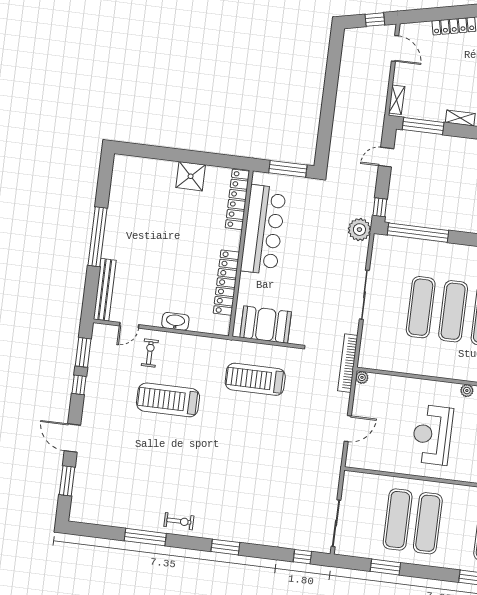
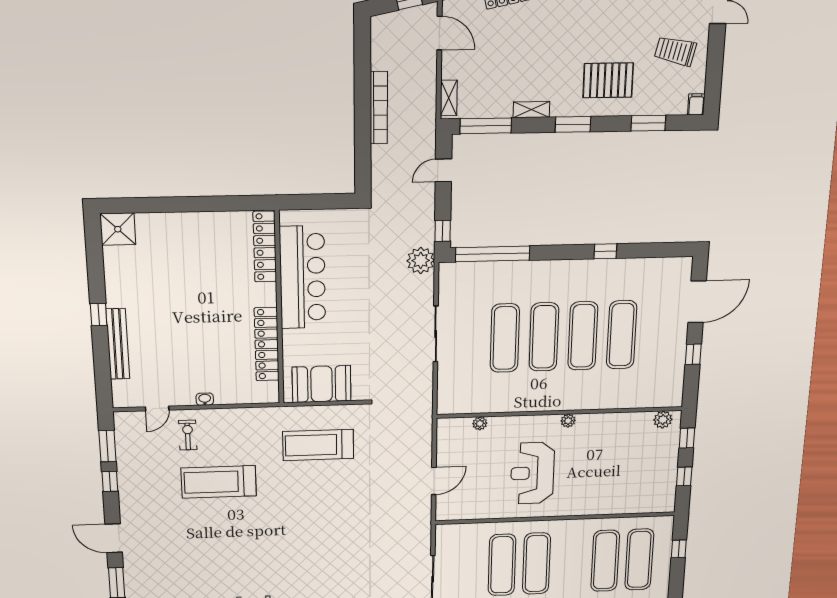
window: (288, 169) -> (322, 202), removed
shower: (191, 176) -> (118, 229), moved
window: (97, 237) -> (99, 315), width x0.32
bench: (105, 290) -> (118, 344), moved
washbasin: (175, 321) -> (205, 399), width x0.52, depth x0.69
bookcase: (348, 363) -> (379, 108), moved, turned 180
plant: (362, 377) -> (480, 423), moved

